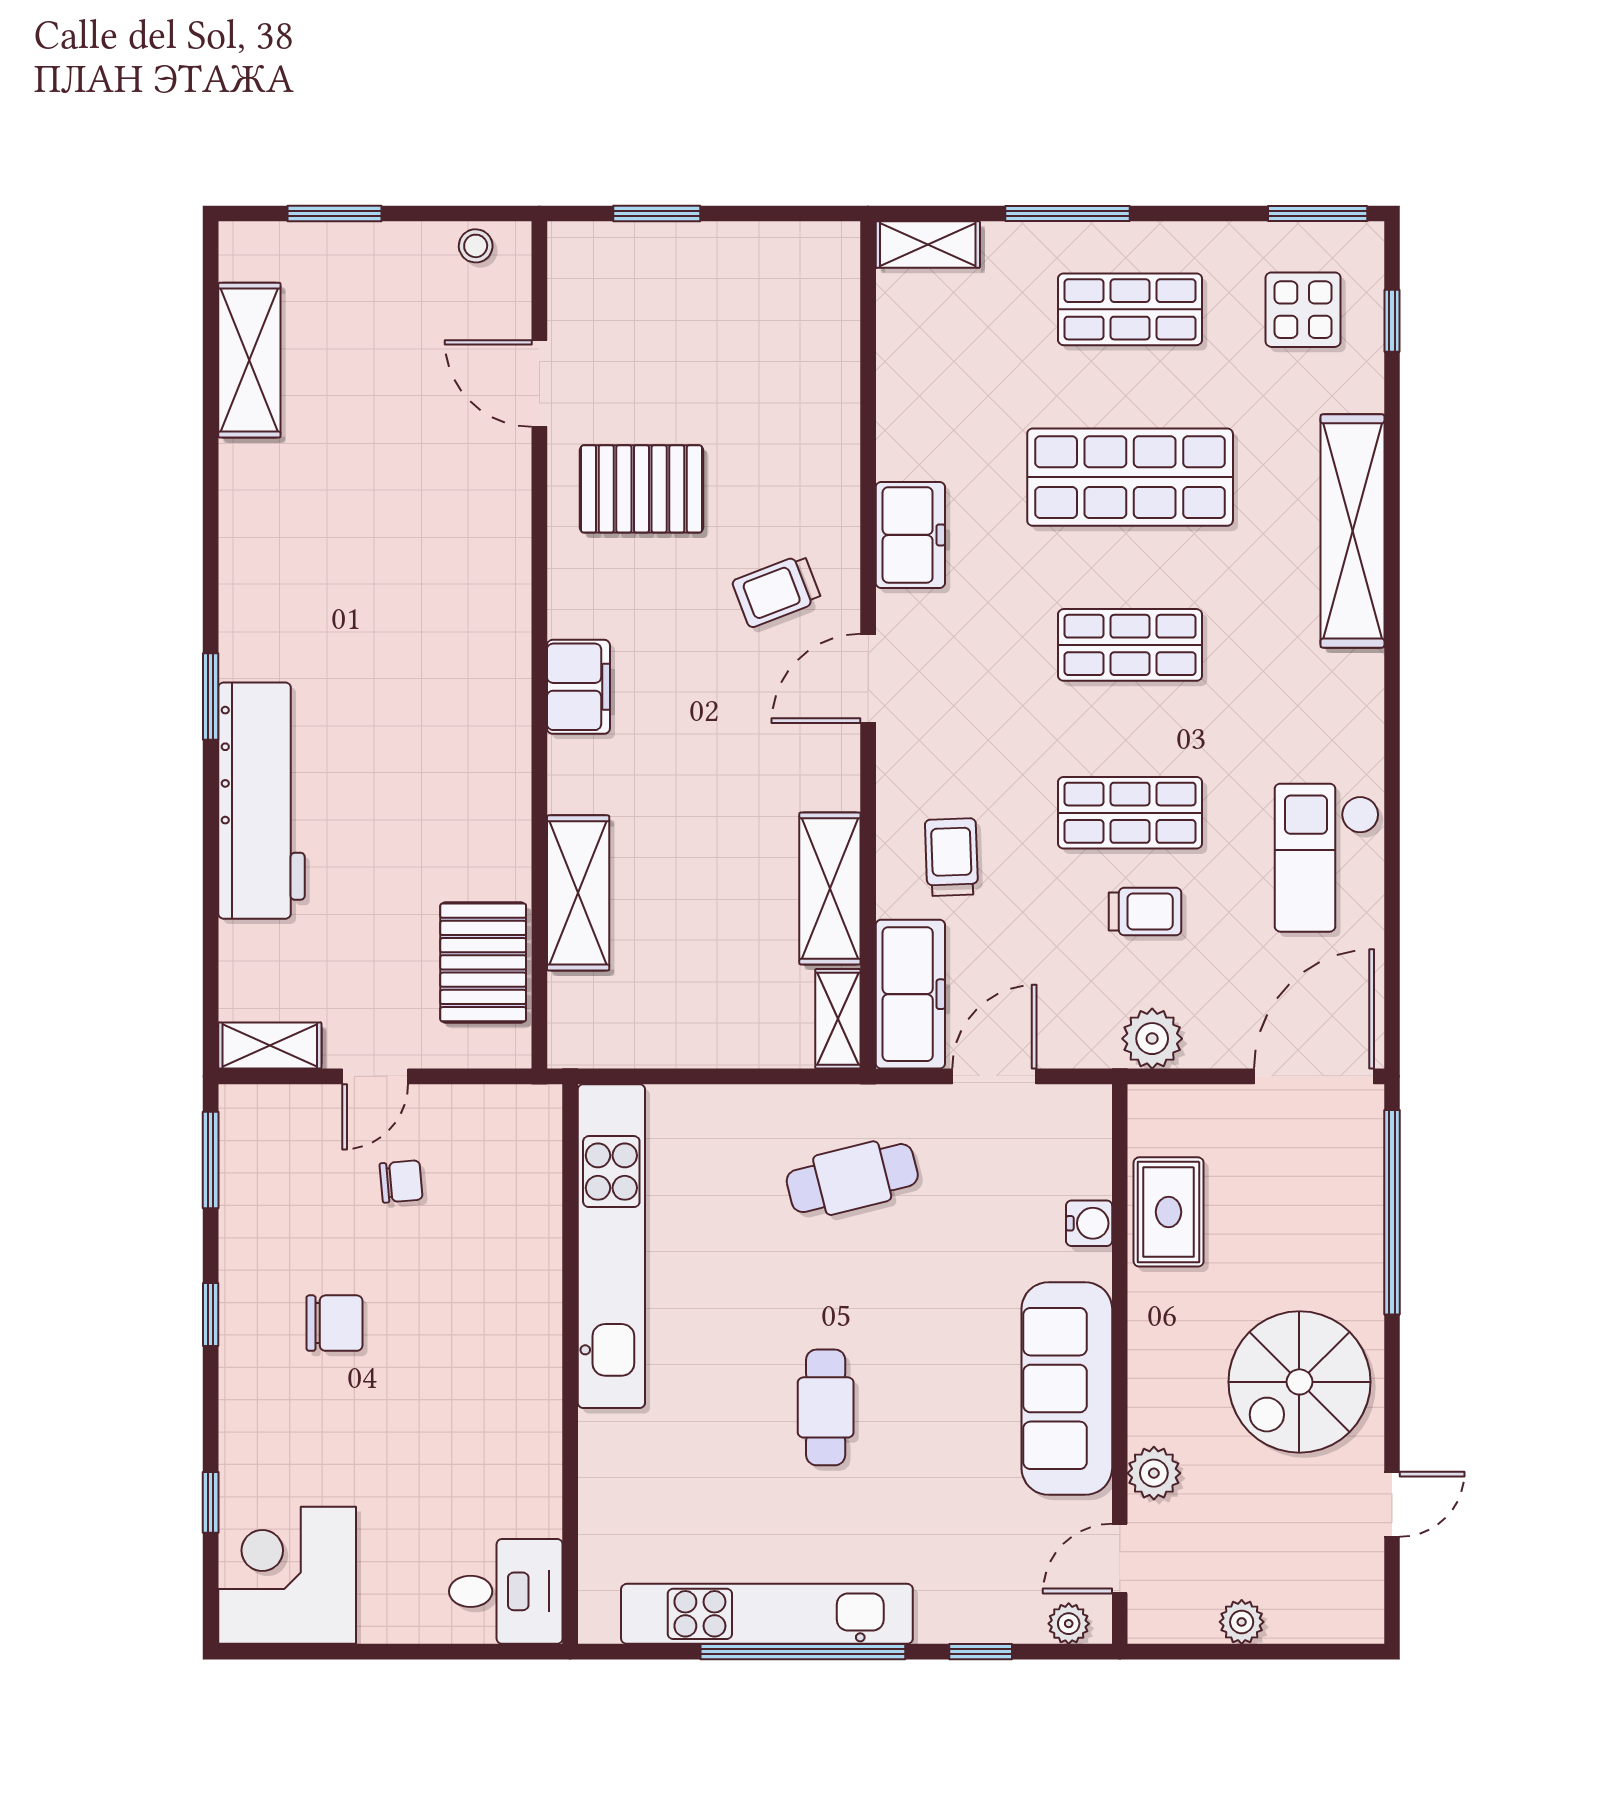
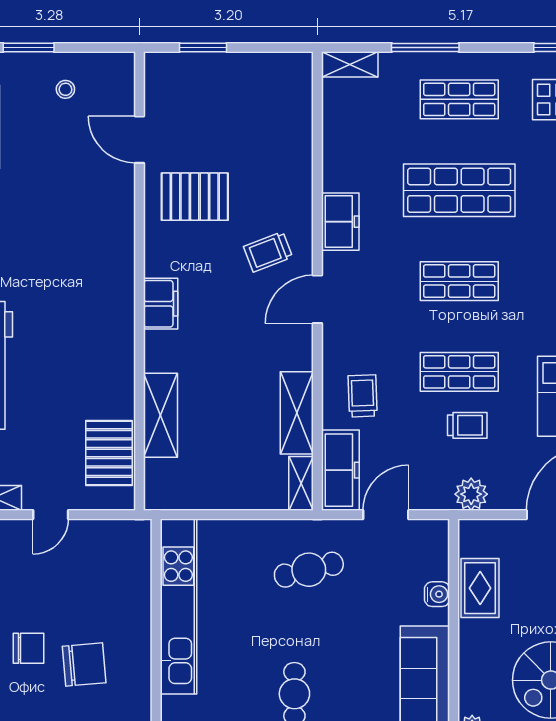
stool: (476, 246) -> (65, 89), moved
chair: (401, 1181) -> (84, 665), moved, width x1.87, depth x1.87

